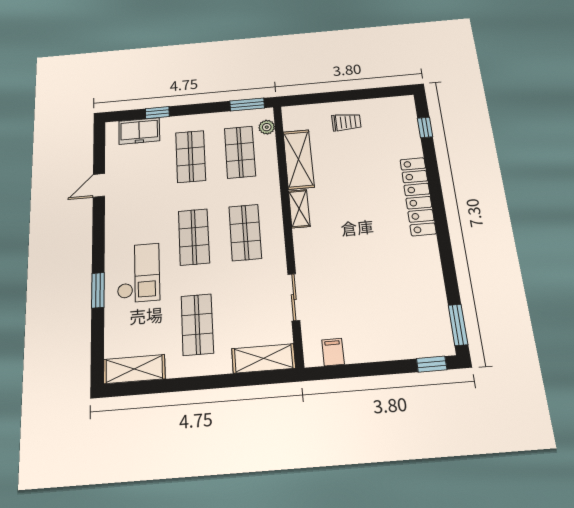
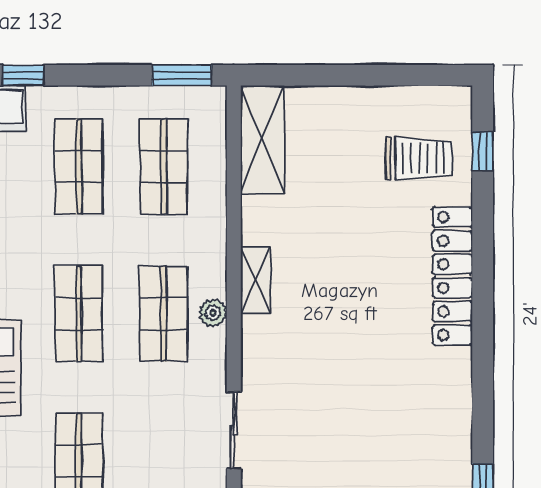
trolley: (346, 122) -> (419, 158), moved, width x1.36, depth x1.39
plant: (267, 127) -> (213, 313), moved
shelving: (299, 159) -> (262, 140), moved

